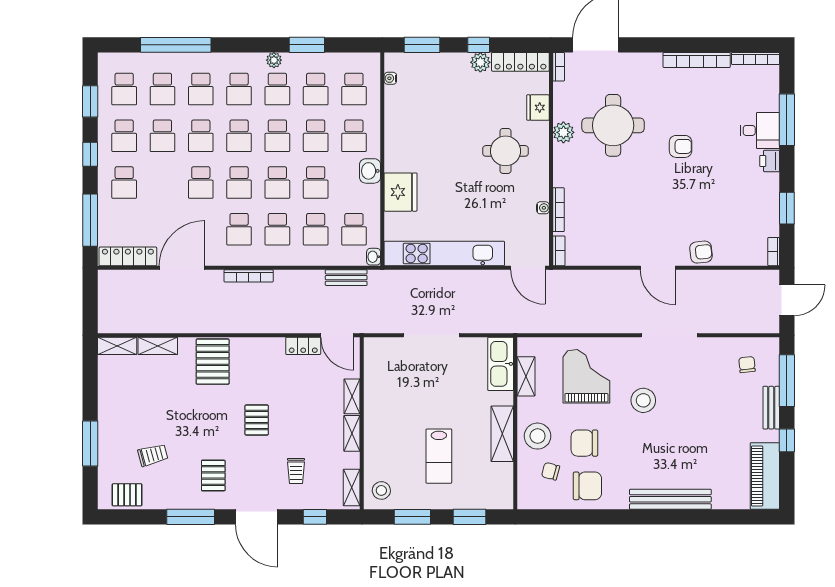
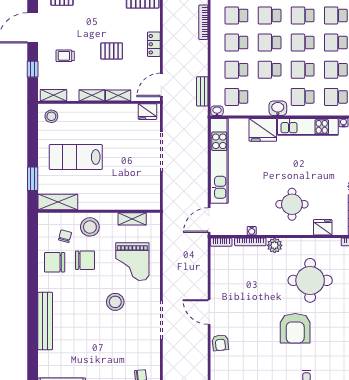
kitchen unit: (396, 129) -> (308, 127), added
plant: (563, 132) -> (275, 245), moved
armchair: (681, 146) -> (295, 328), width x1.88, depth x1.88
door: (658, 268) -> (209, 312), hinge flipped
locker: (303, 346) -> (154, 44), moved
fridge: (375, 355) -> (147, 112), added
kitchen sink: (501, 364) -> (141, 201), removed
grand piano: (586, 376) -> (132, 262), turned 90
pallet: (257, 420) -> (112, 51), moved
shelving: (502, 434) -> (58, 202), moved
chair: (584, 443) -> (85, 260), turned 90
lab bench: (439, 456) -> (76, 157), width x1.36, depth x1.39
chair: (587, 486) -> (55, 262), turned 90
window: (412, 517) -> (33, 138), removed

